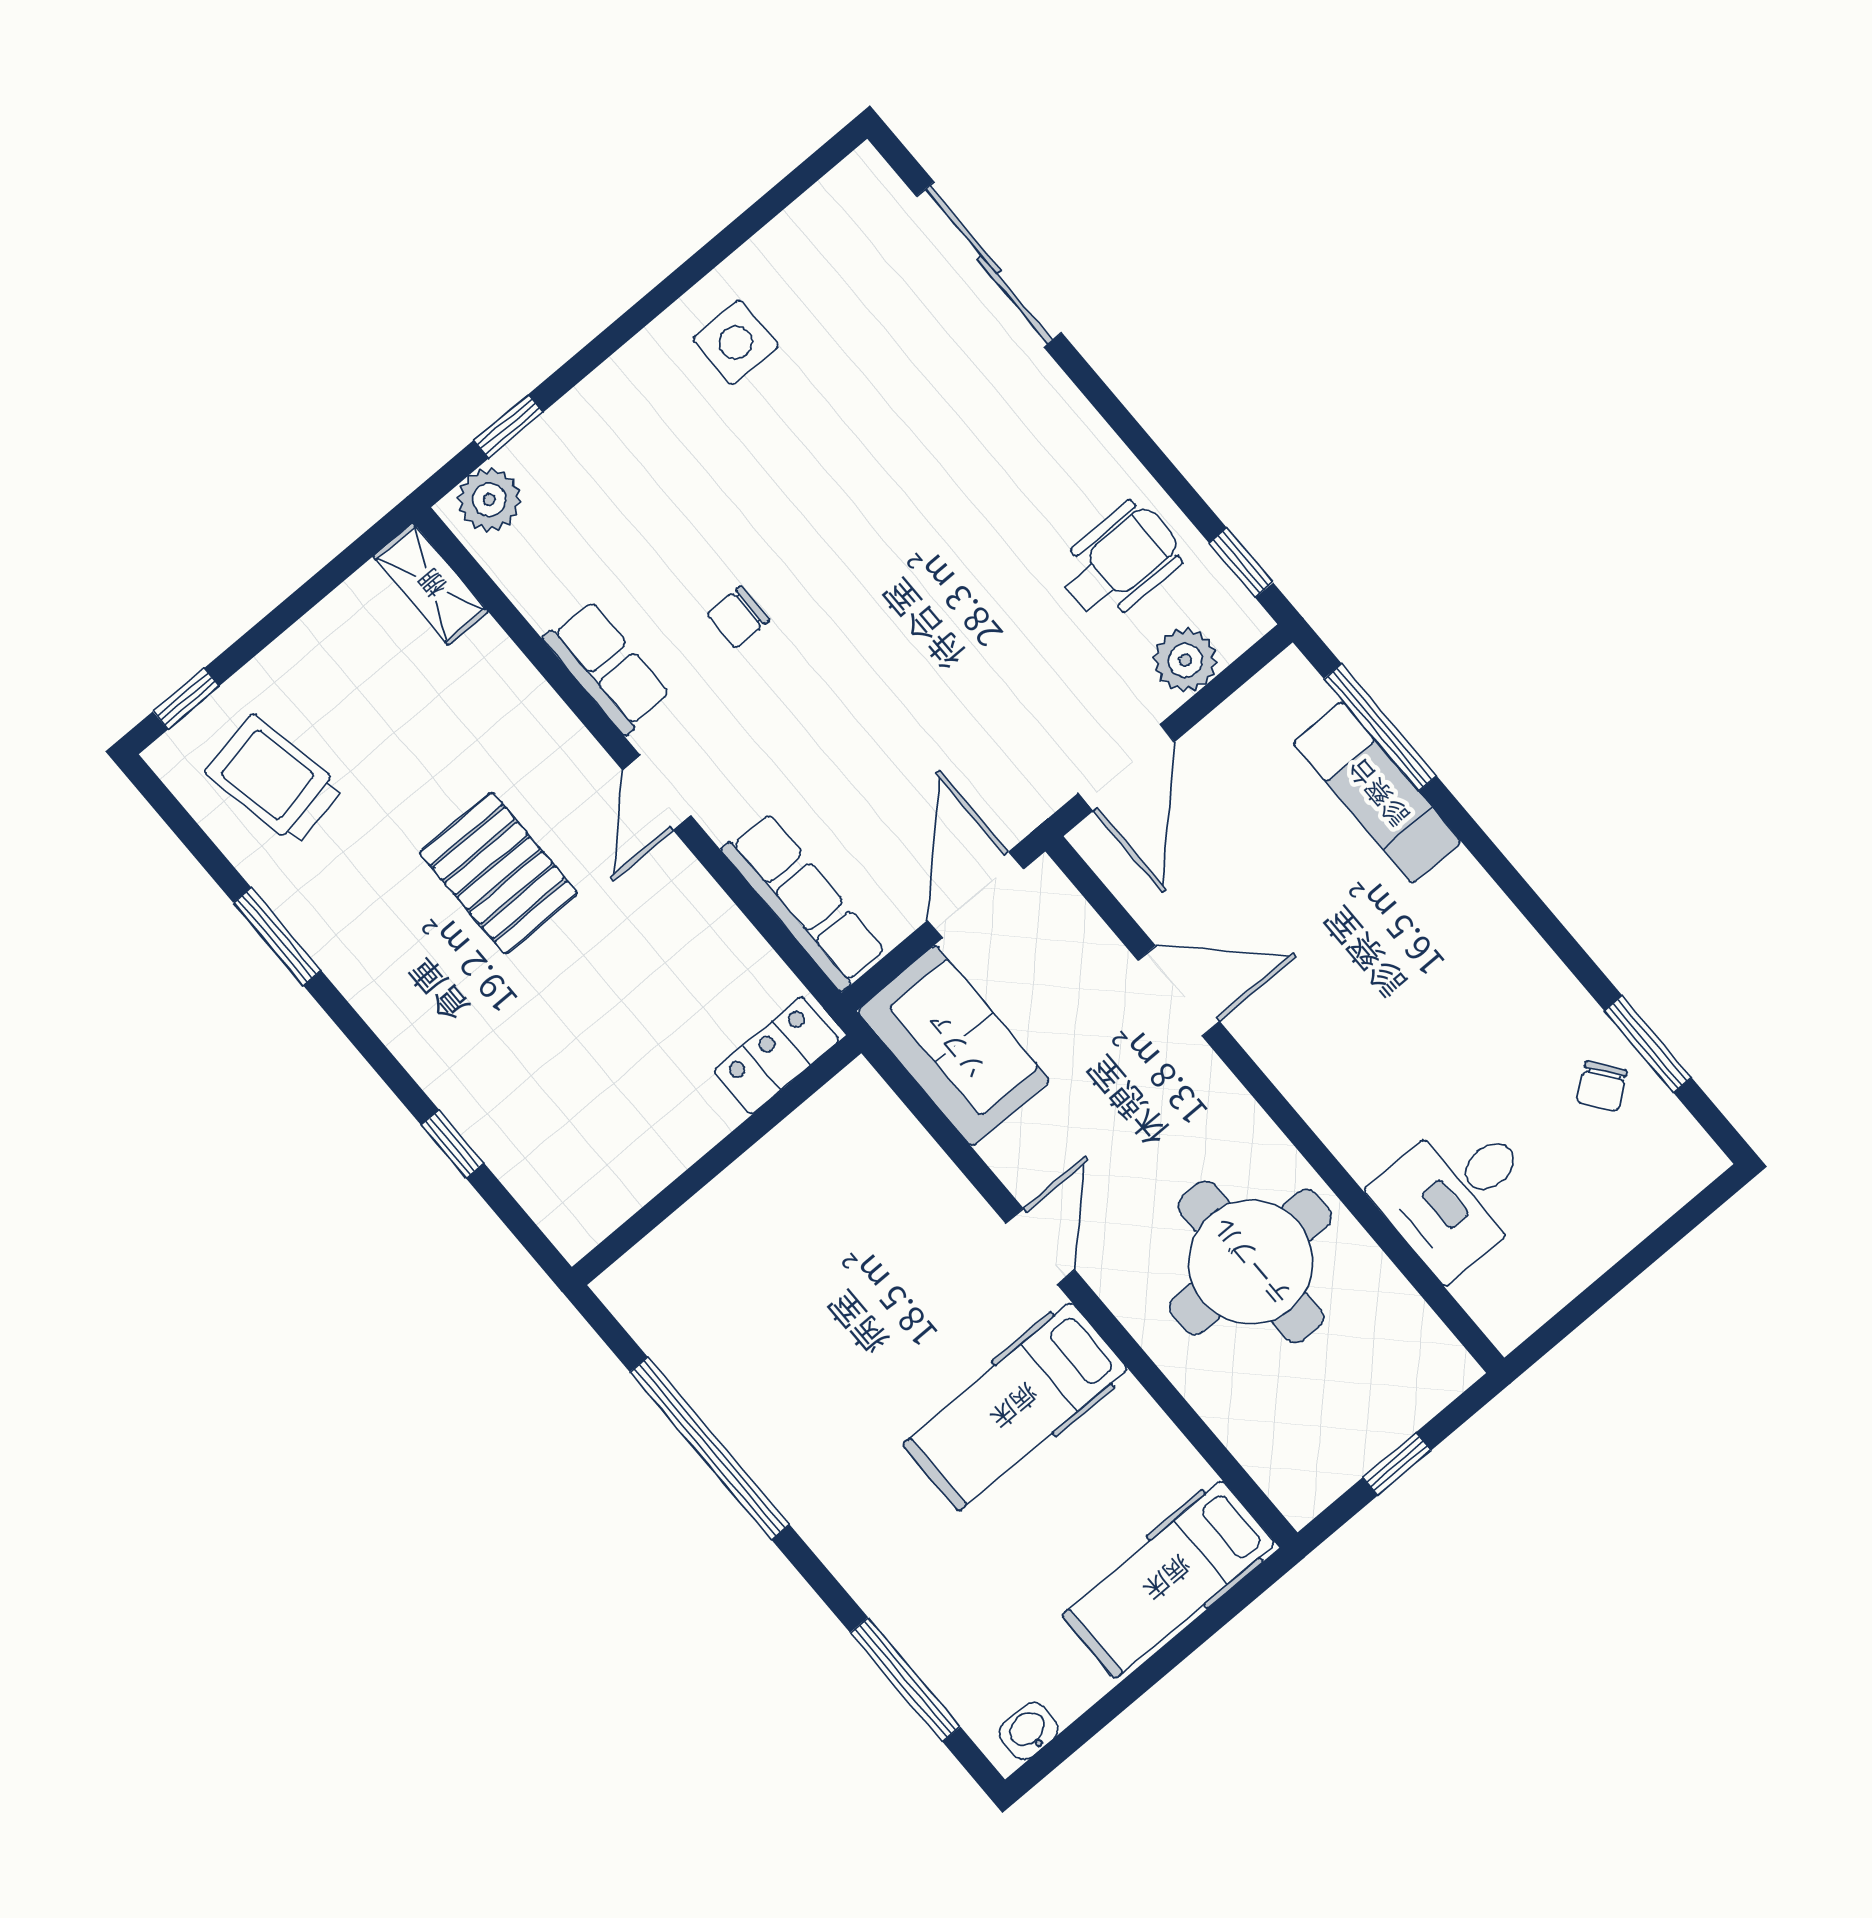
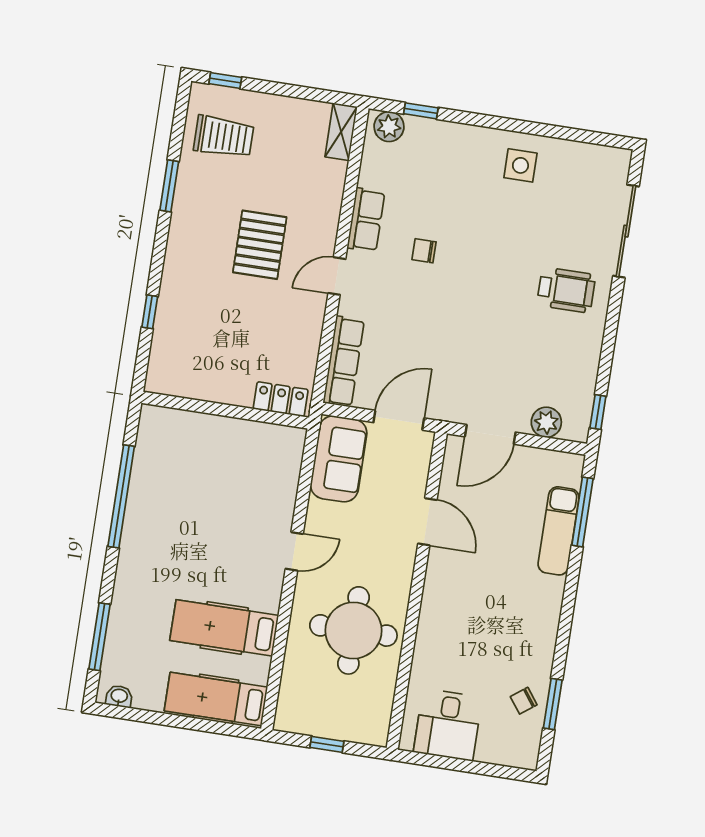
wheelchair: (1120, 562) -> (566, 290), moved
trolley: (274, 780) -> (224, 137), turned 101
desk: (1457, 1194) -> (448, 725), moved, turned -90
hospital bed: (1015, 1407) -> (224, 628), moved

